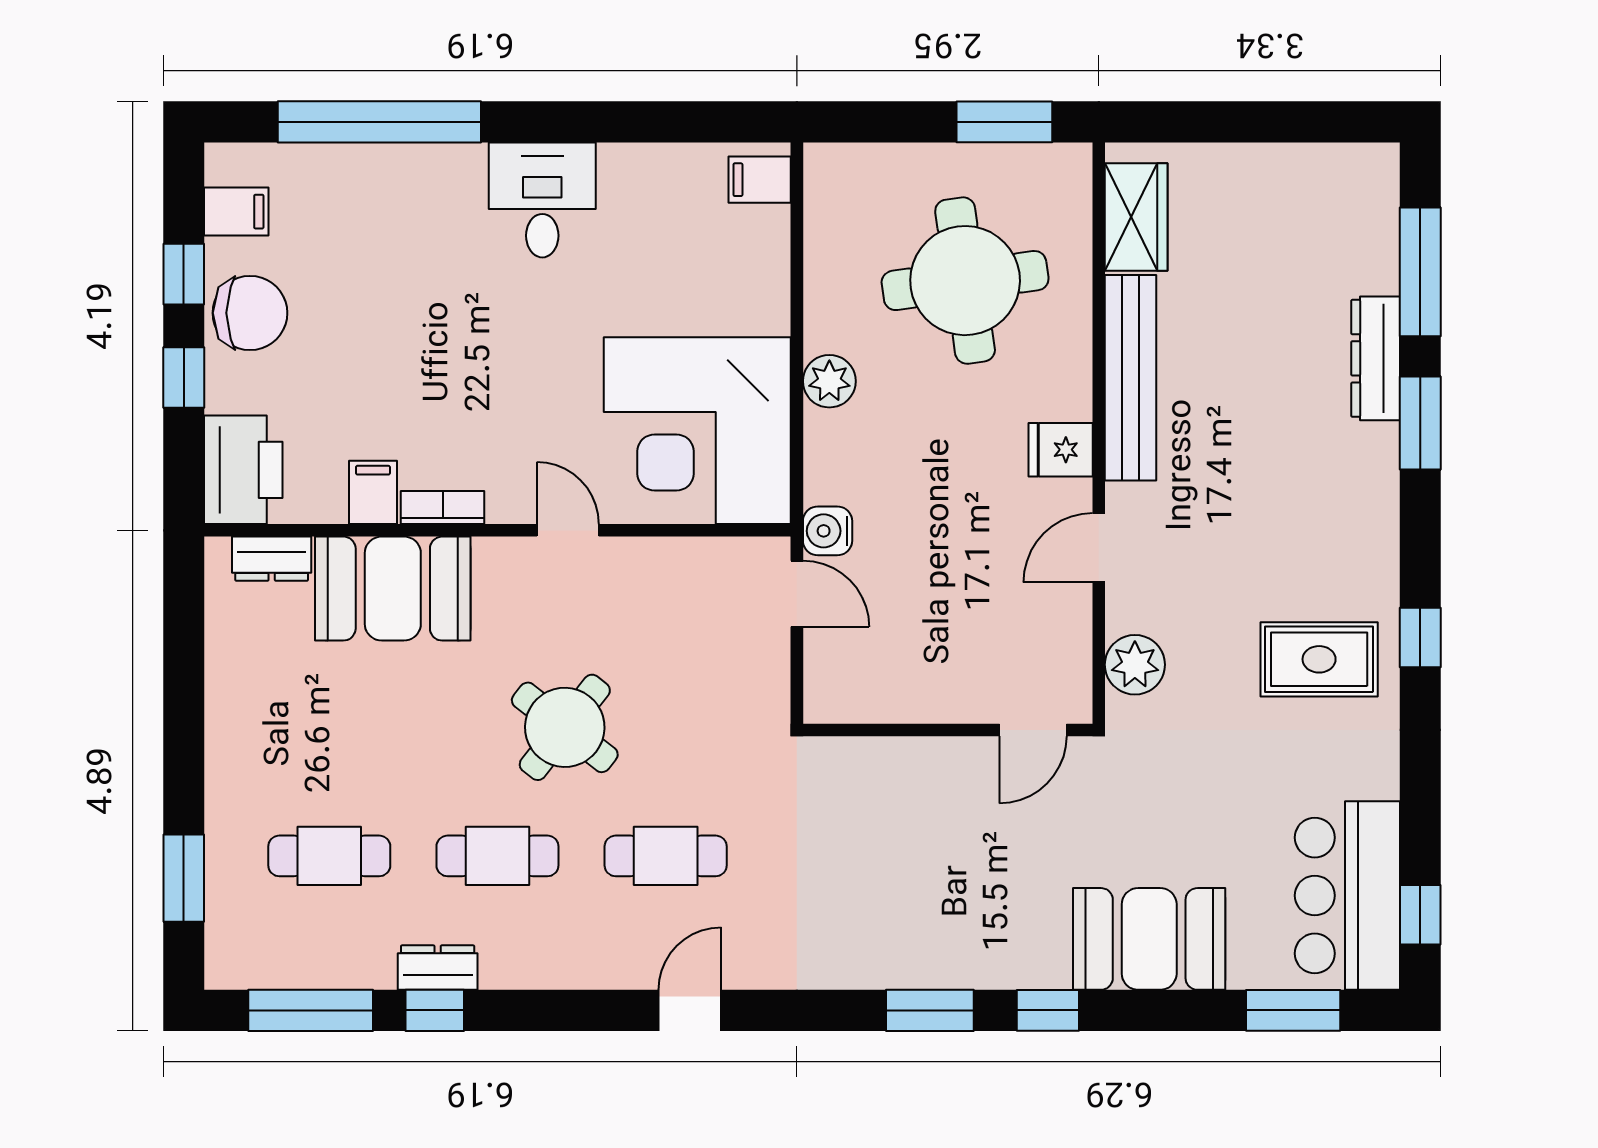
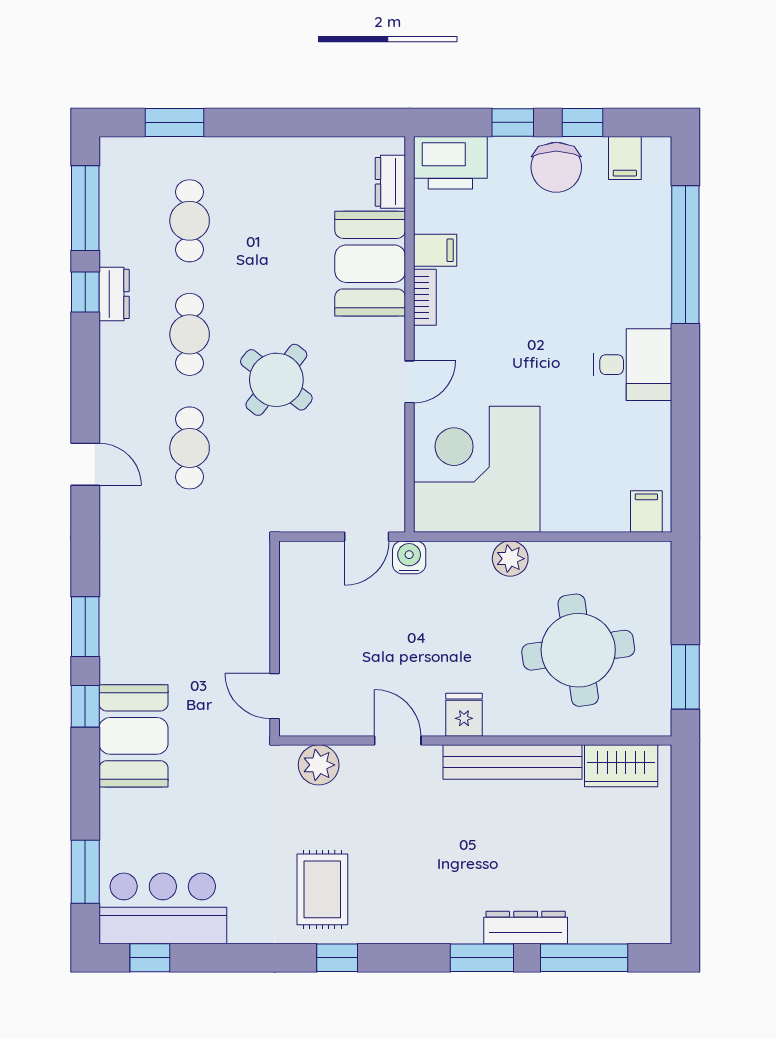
booth: (1149, 939) -> (133, 736), moved

